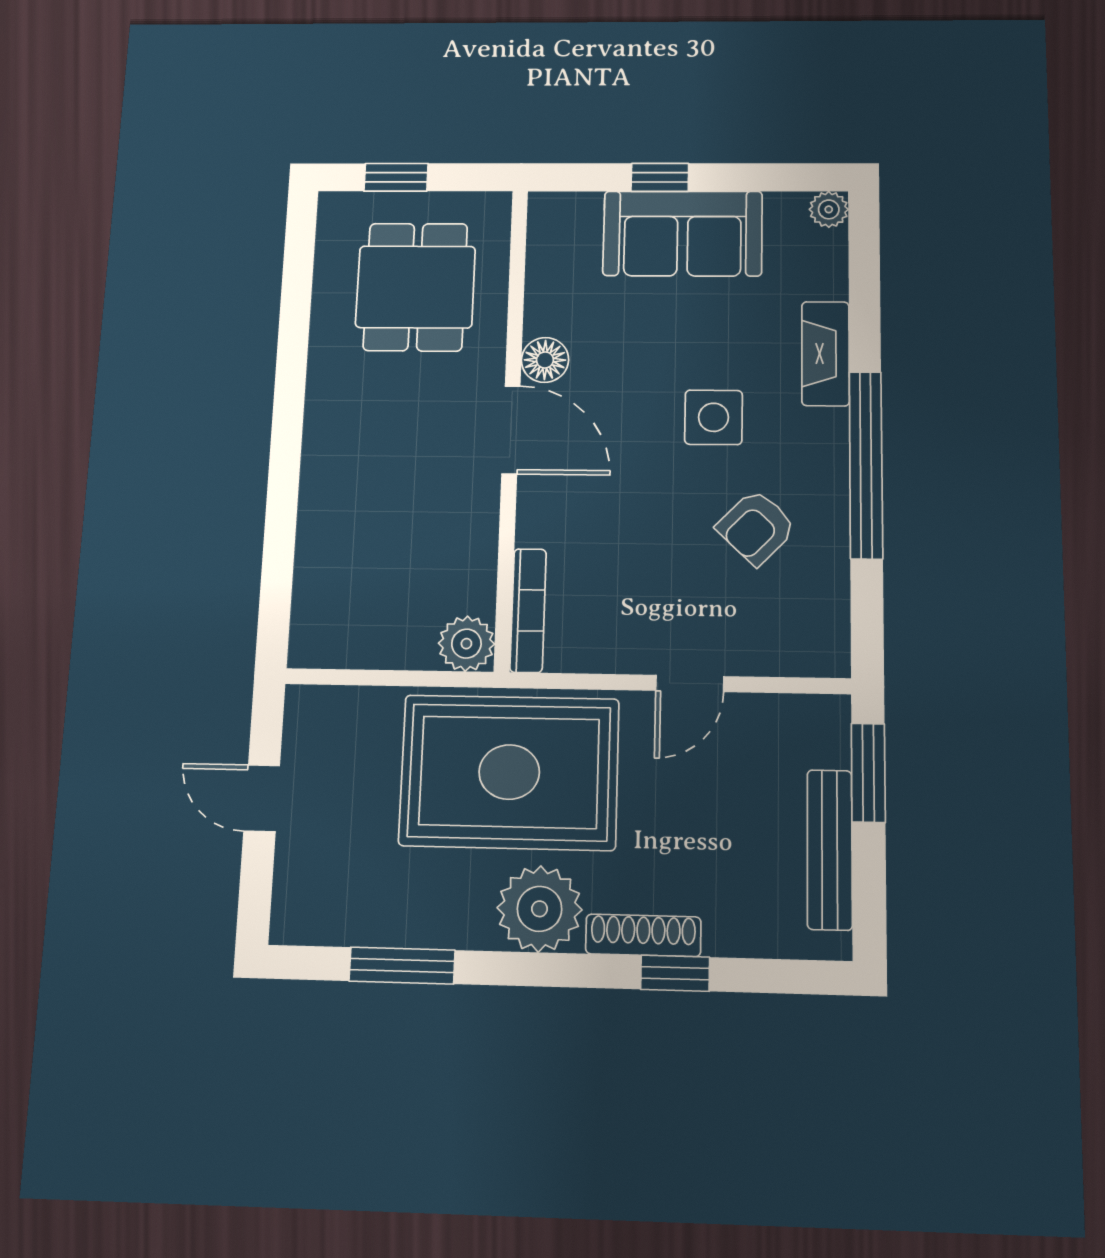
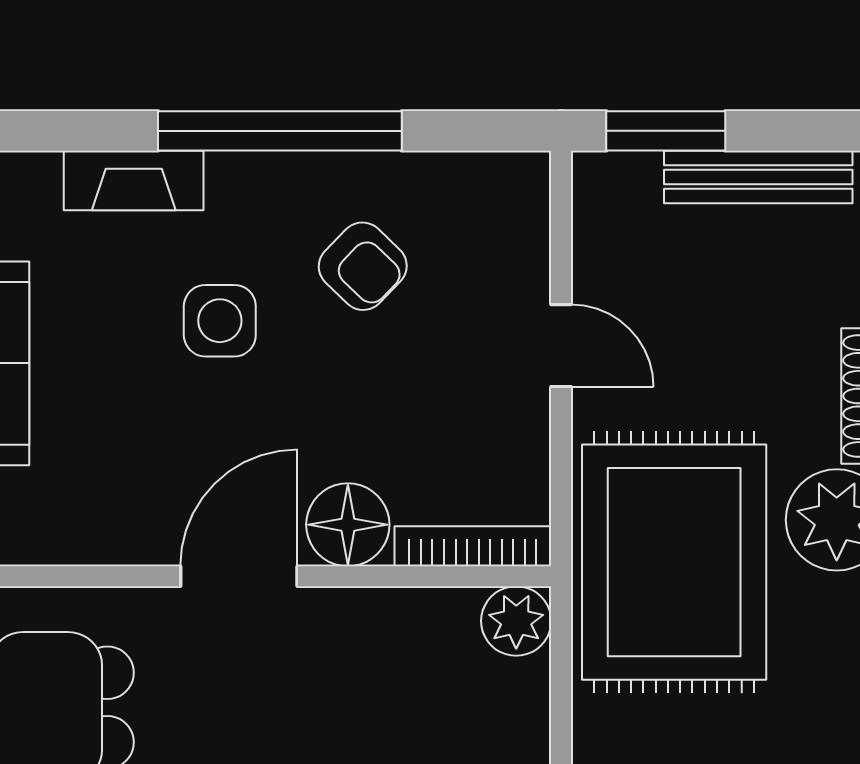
floor lamp: (545, 360) -> (348, 525), moved, width x1.38, depth x1.38

